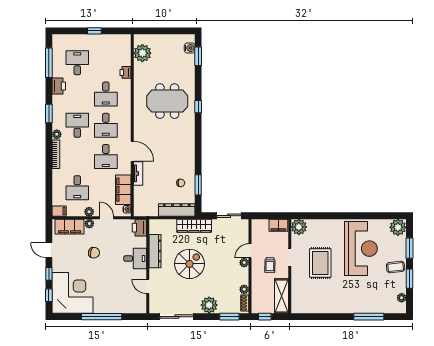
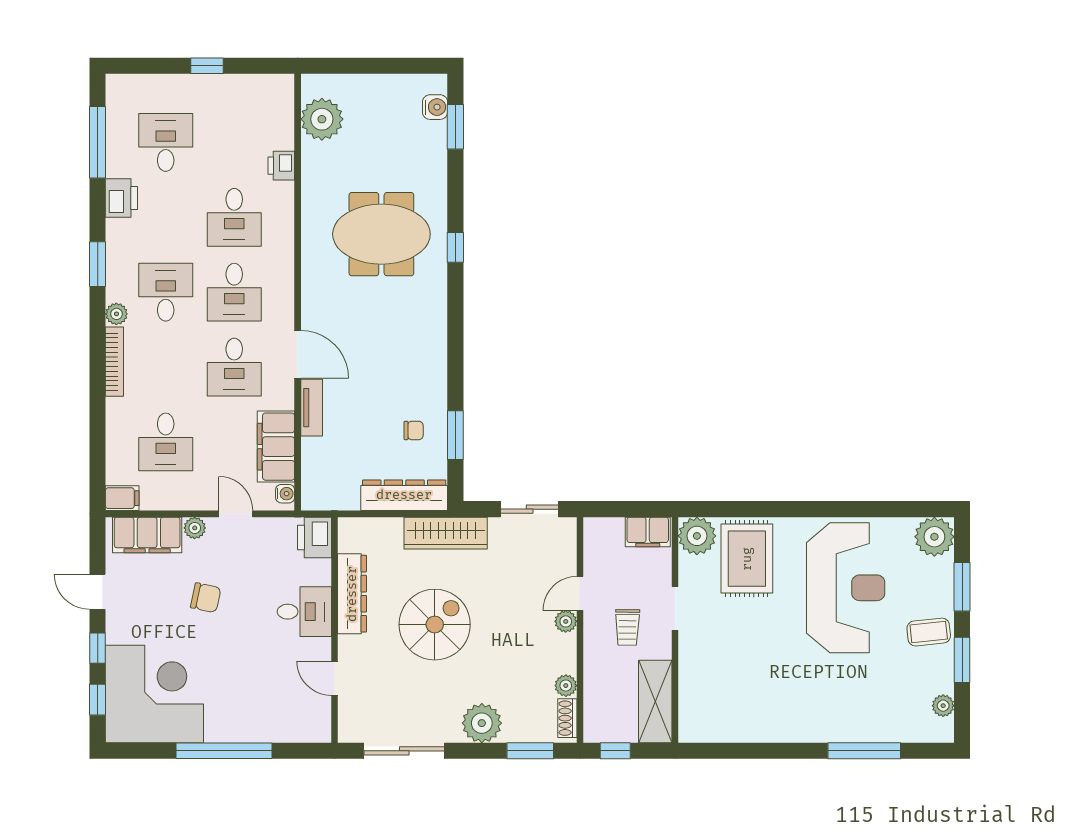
plant: (89, 212) -> (194, 499), removed
rug: (320, 263) -> (747, 559), moved

